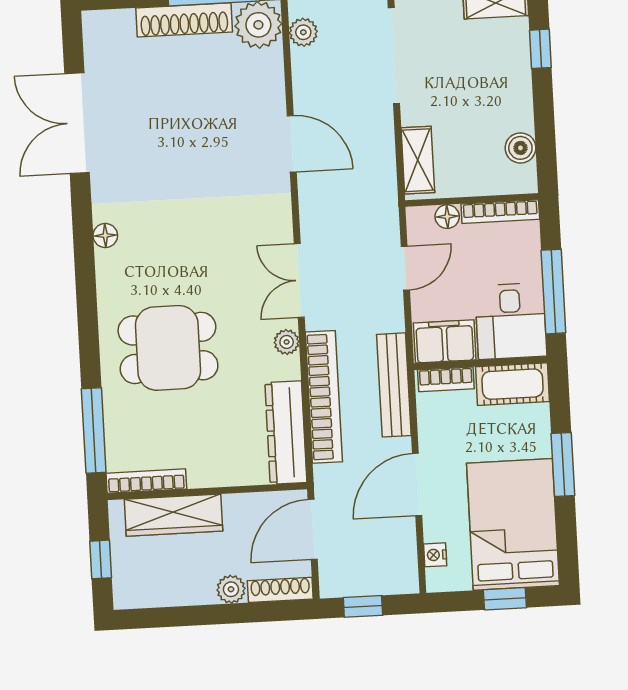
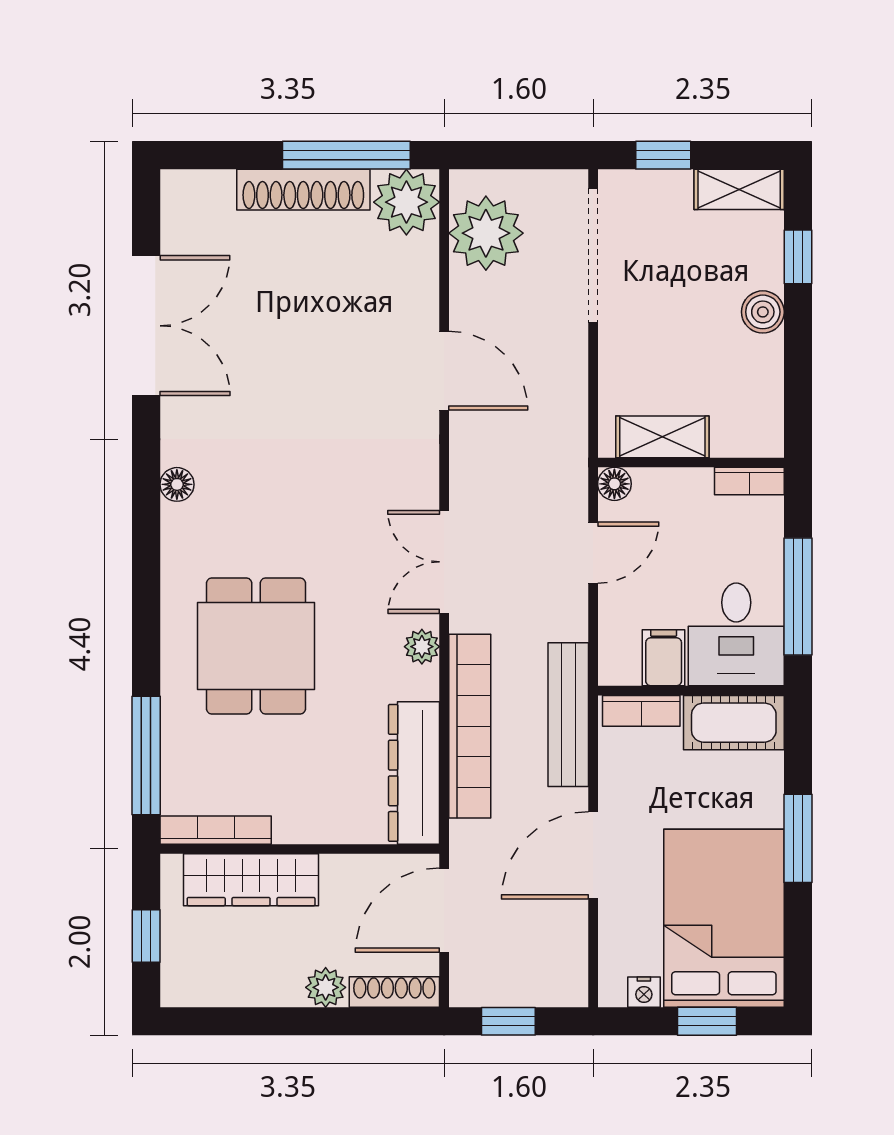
plant: (303, 32) -> (486, 233), width x1.88, depth x1.88
double door: (77, 123) -> (146, 326), swing flipped
boiler: (520, 148) -> (763, 312), moved
shelving: (418, 160) -> (662, 437), moved, turned 90
bookcase: (500, 212) -> (749, 481), width x0.64
floor lamp: (447, 217) -> (614, 484), moved
filing cabinet: (445, 341) -> (664, 658), width x0.50
dining table: (168, 348) -> (256, 646), turned 90
nightstand: (435, 555) -> (644, 992), moved, turned -90

